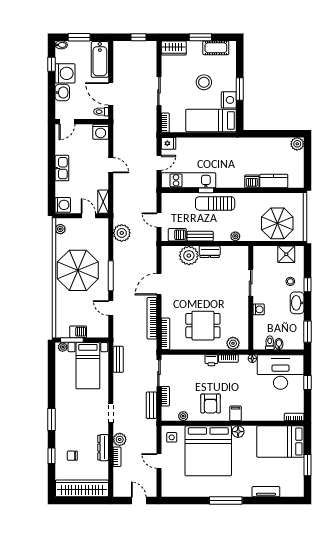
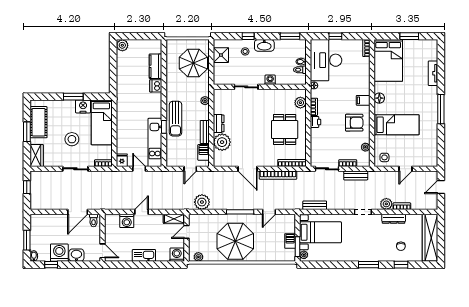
cot: (216, 48) -> (39, 122), width x1.37, depth x1.34
bathtub: (100, 59) -> (47, 222), removed
stool: (204, 82) -> (72, 139), moved
washing machine: (101, 132) -> (127, 221), moved, turned 90
bed: (208, 451) -> (396, 125), width x0.49

